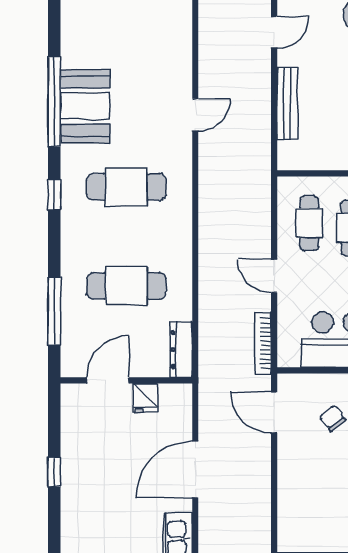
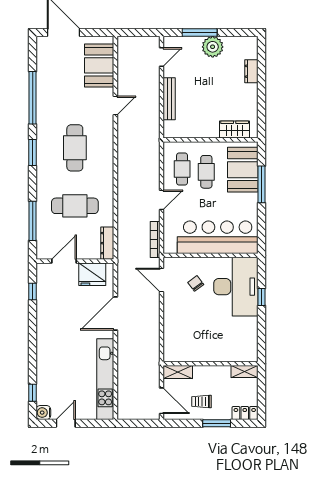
booth: (85, 106) -> (99, 65), moved
cafe table: (126, 187) -> (75, 148), turned 90
window: (54, 195) -> (33, 152), width x1.50
door: (274, 276) -> (161, 200), swing flipped
fridge: (145, 398) -> (92, 274), width x1.88, depth x1.34
window: (54, 472) -> (33, 291), moved

